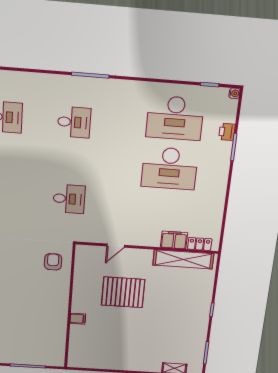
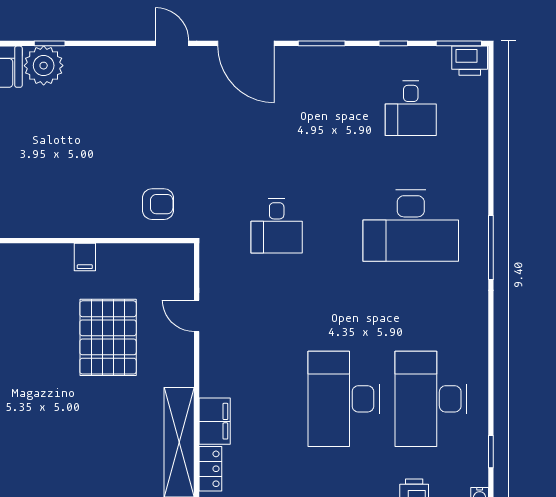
desk: (74, 122) -> (411, 226), width x1.87, depth x1.30
filing cabinet: (78, 319) -> (85, 257), moved

